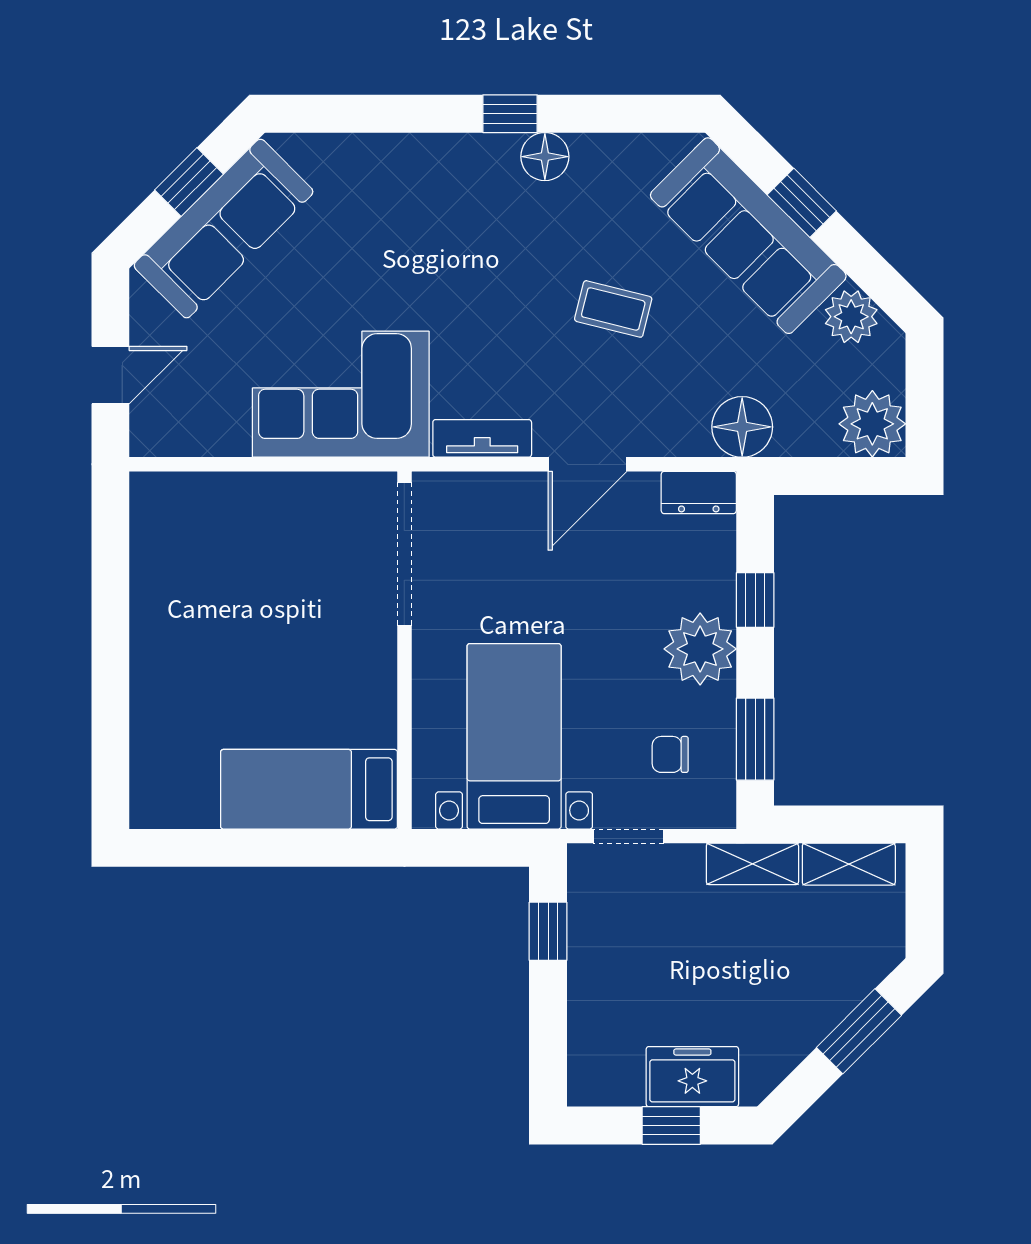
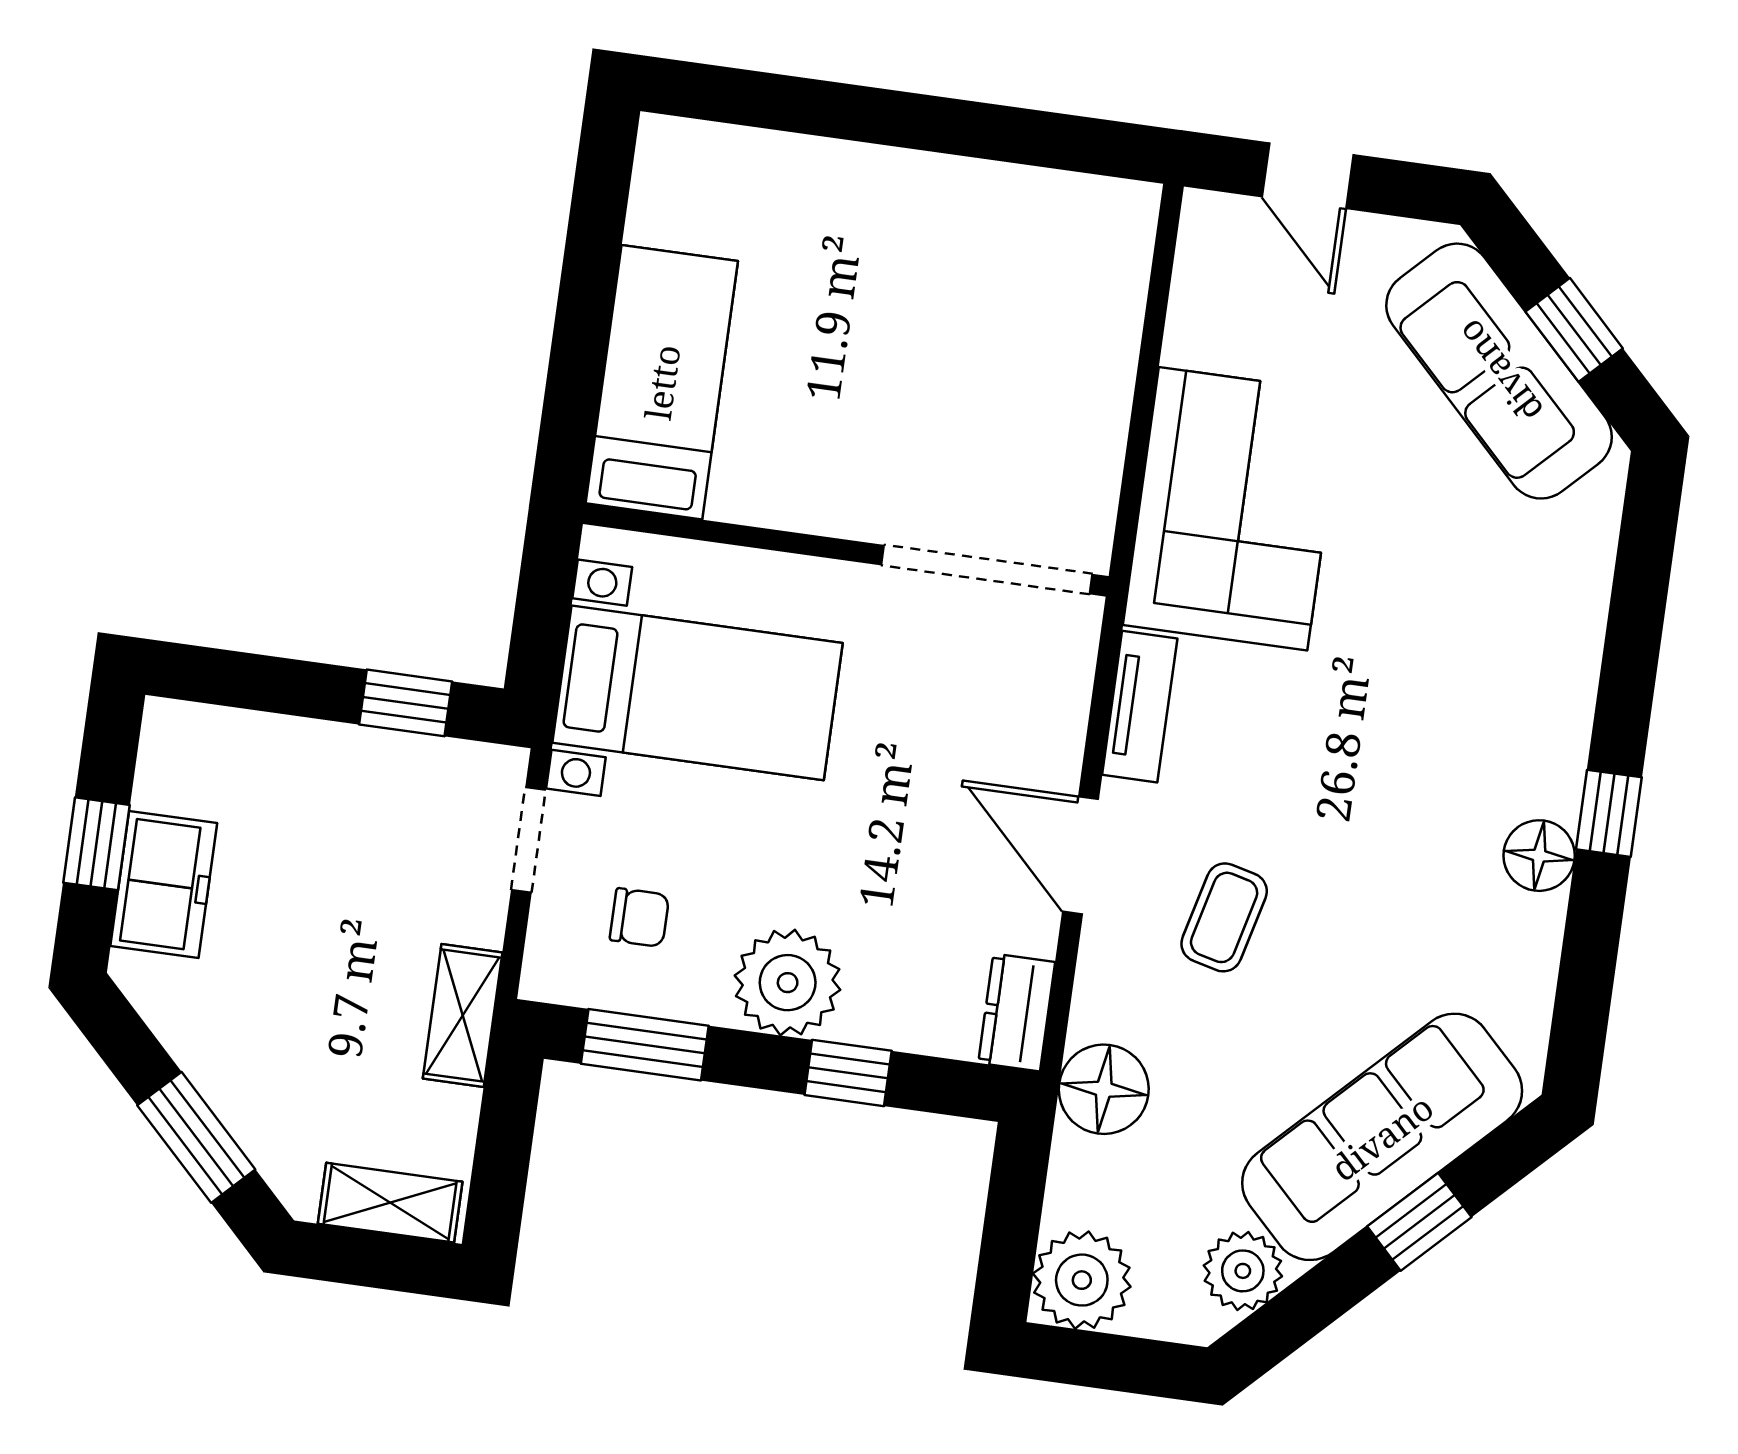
coffee table: (613, 309) -> (1224, 917), moved
chair: (670, 754) -> (639, 918), turned 90
shelving: (849, 864) -> (390, 1203), moved, turned 90

